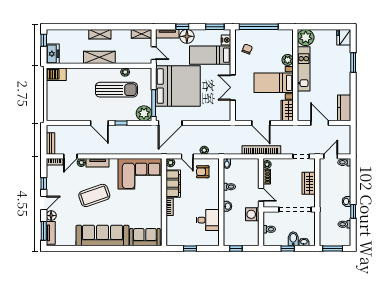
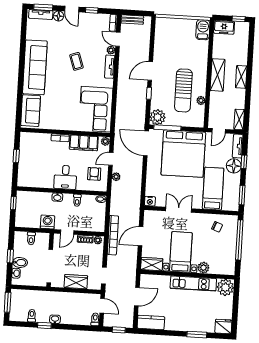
nightstand: (226, 40) -> (150, 201), moved
window: (353, 139) -> (119, 330), added
coffee table: (94, 195) -> (76, 61), width x0.54, depth x0.58
desk: (208, 220) -> (65, 177), moved

